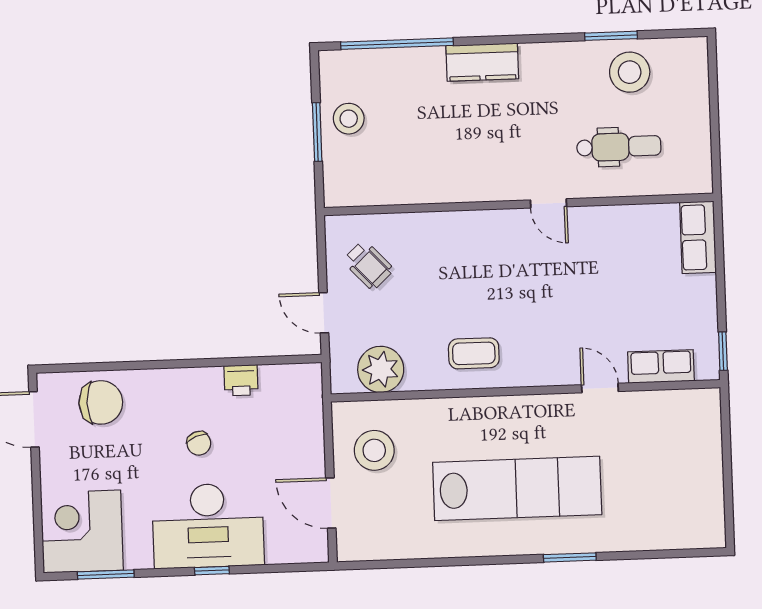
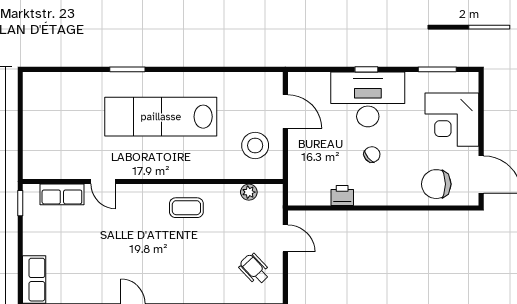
plant: (381, 369) -> (249, 192), width x0.53, depth x0.53
chair: (199, 443) -> (372, 155), turned 72
corner desk: (82, 532) -> (452, 120), moved, turned 90

